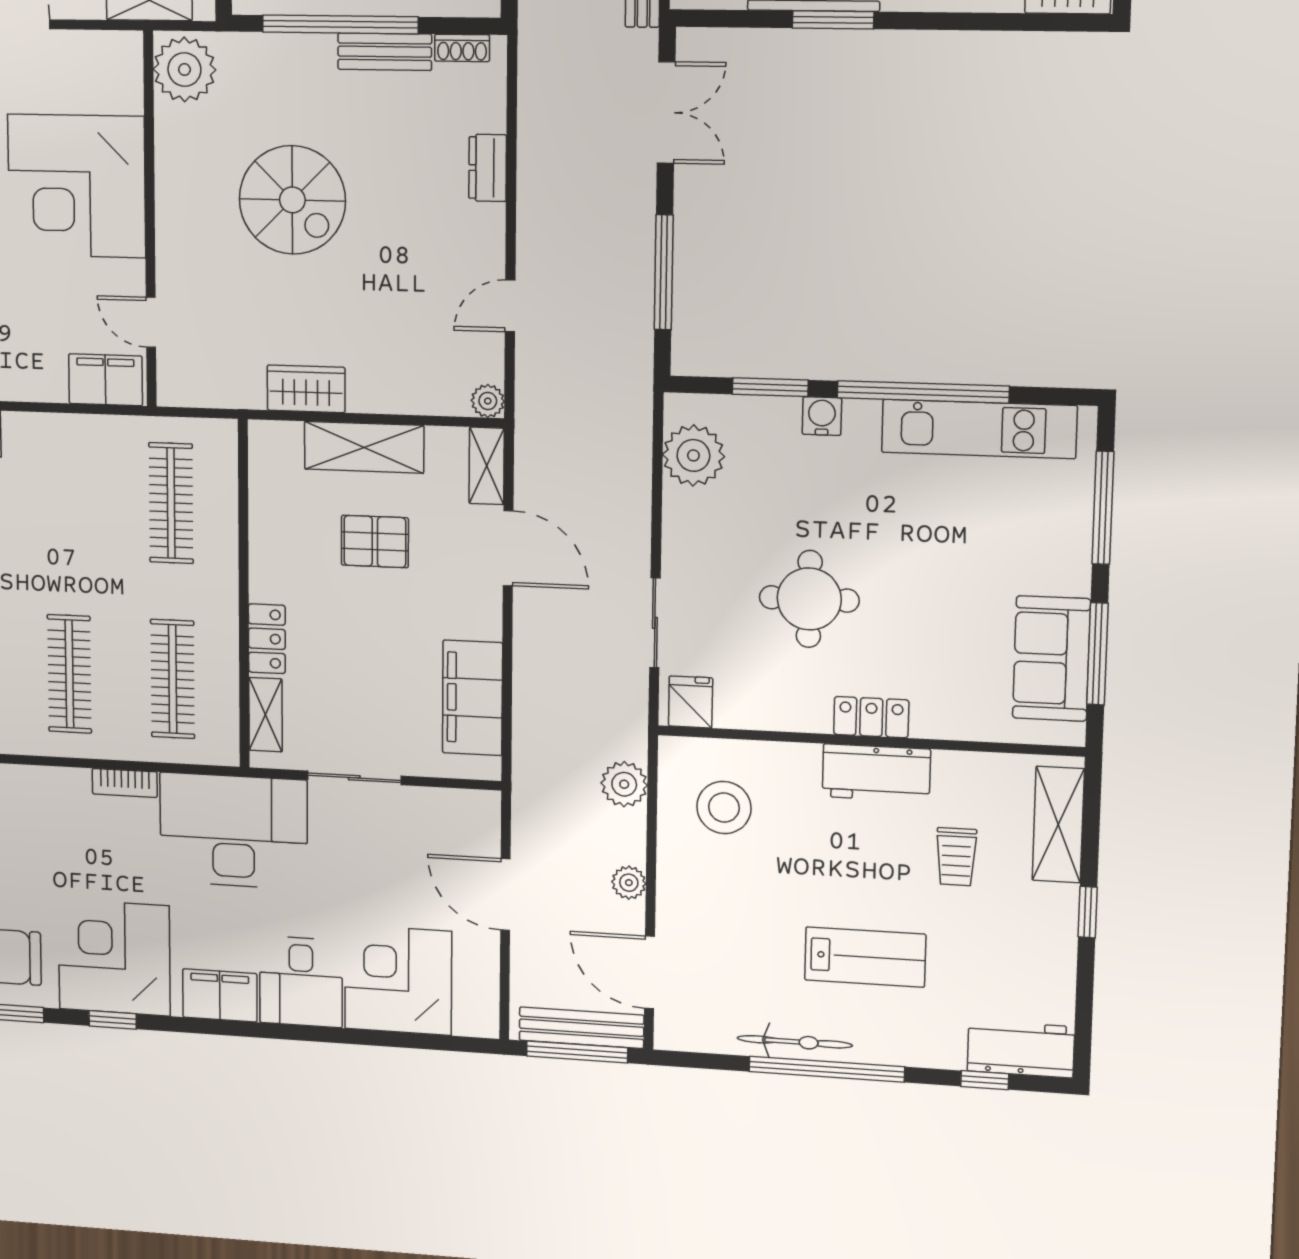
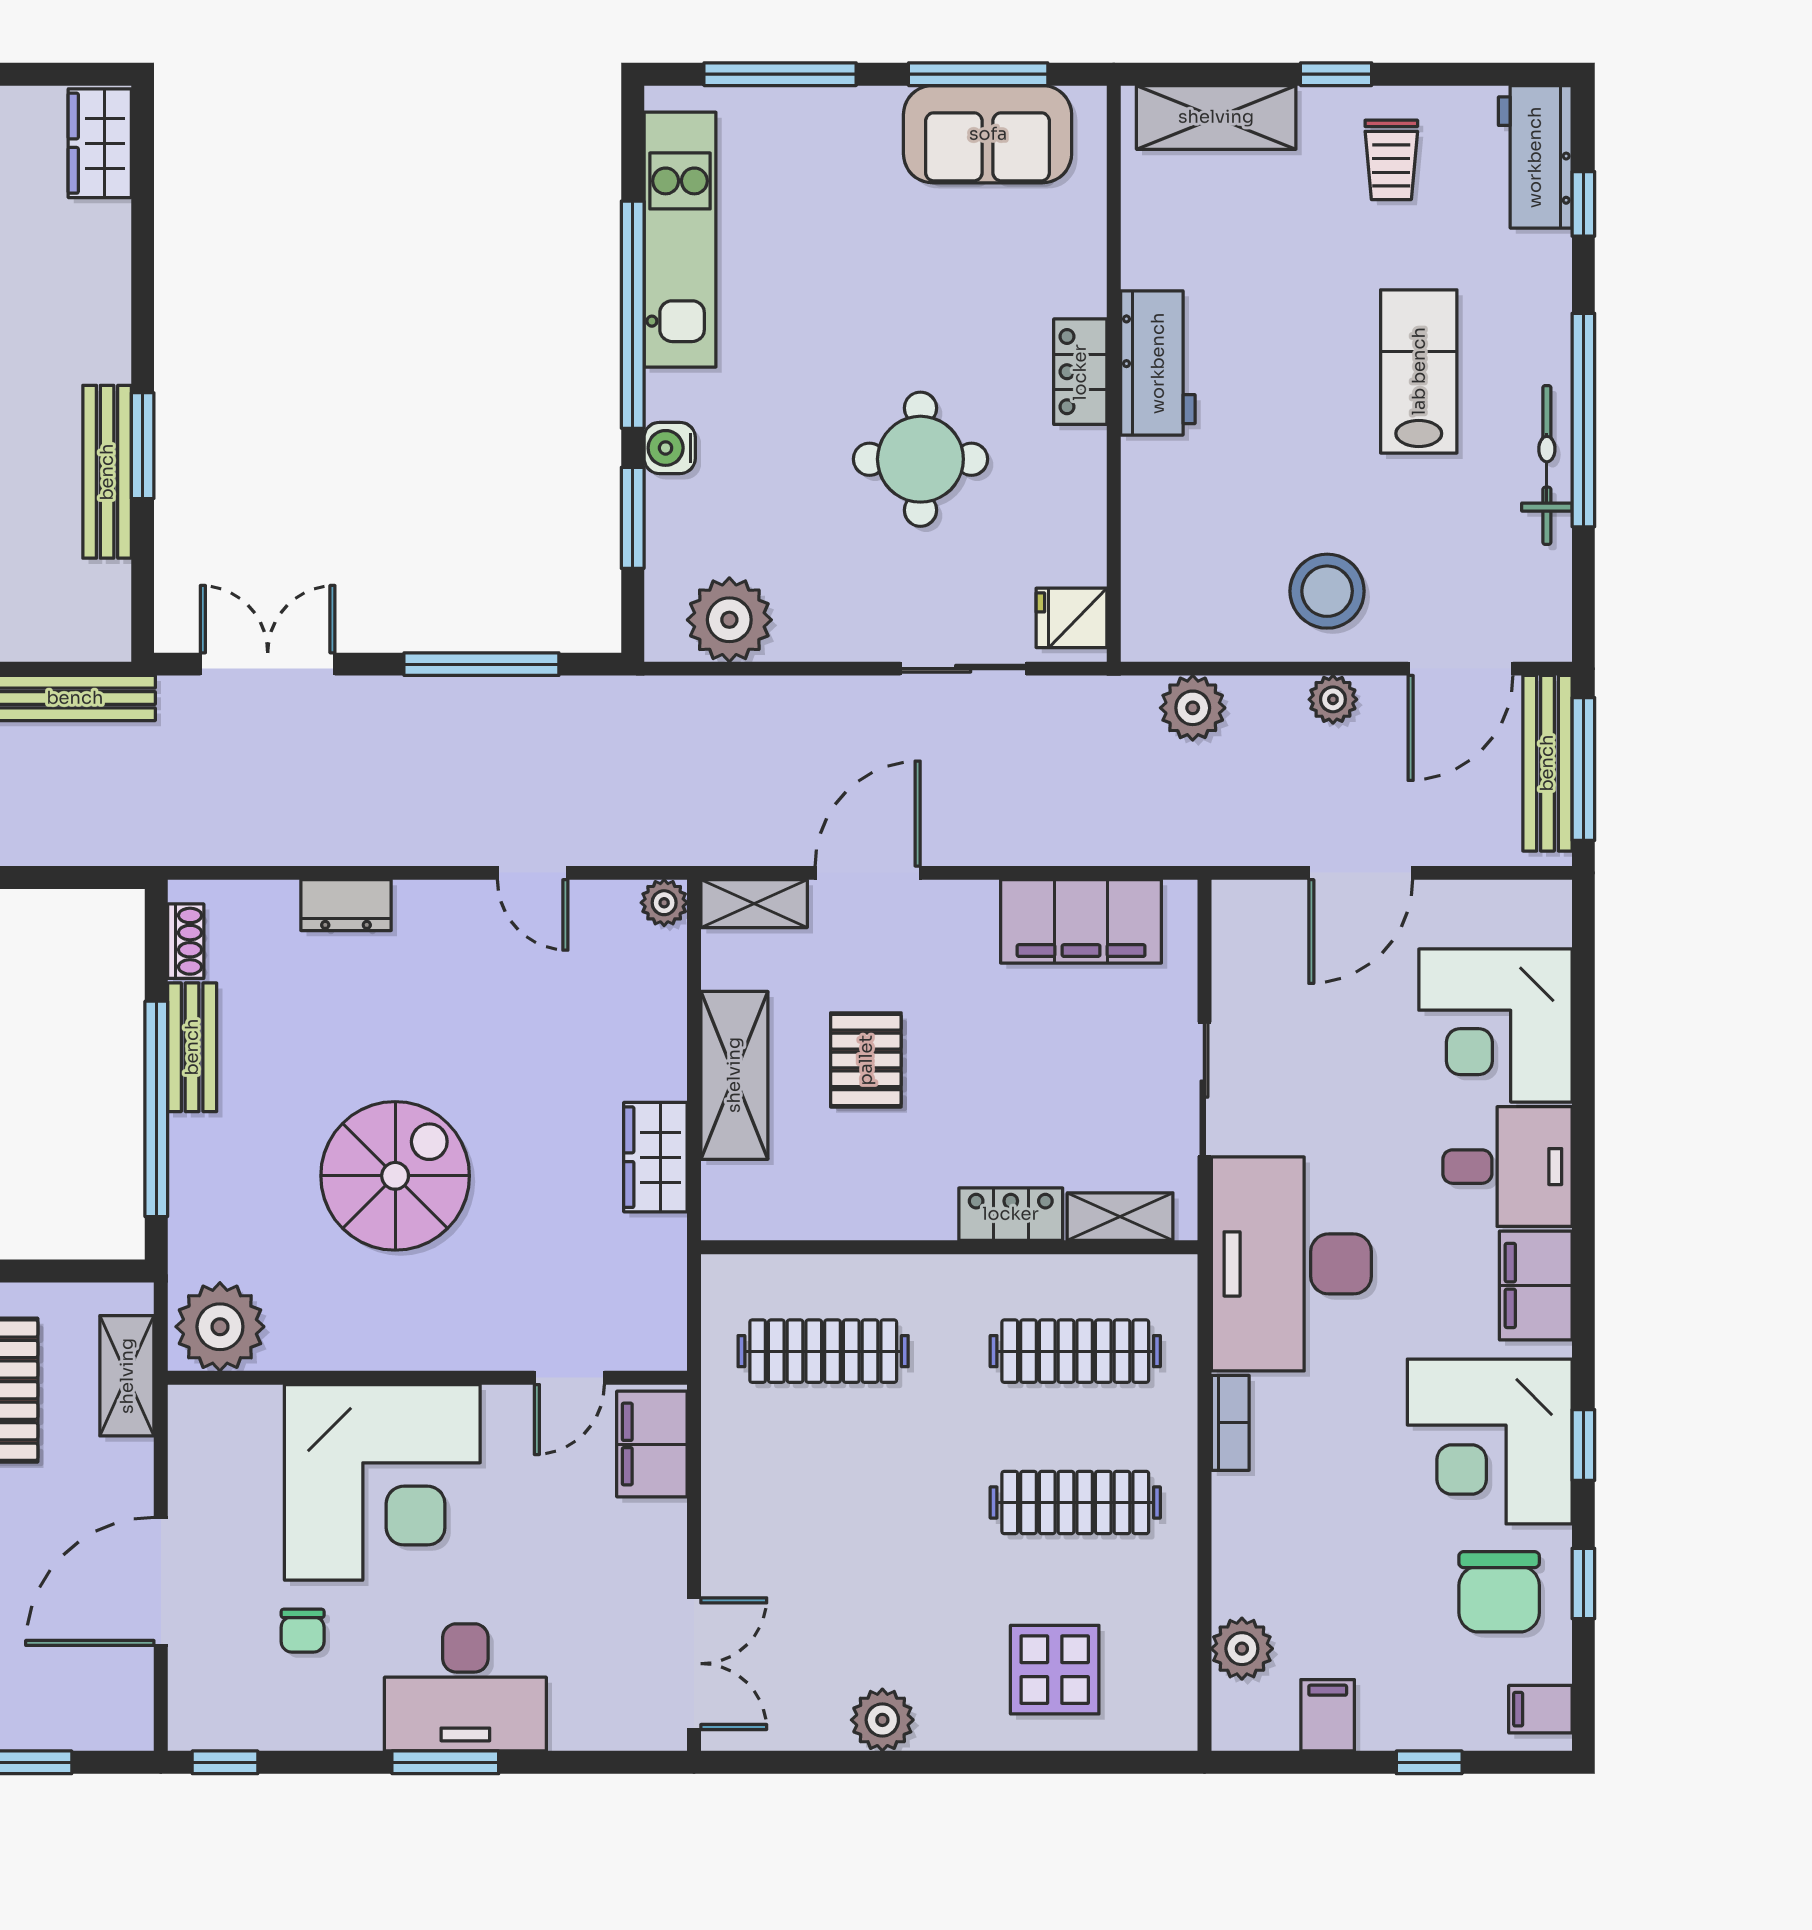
stool: (724, 807) -> (1327, 591), moved
trolley: (956, 857) -> (1391, 160), moved, turned 90

